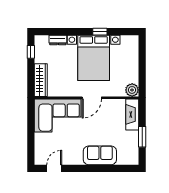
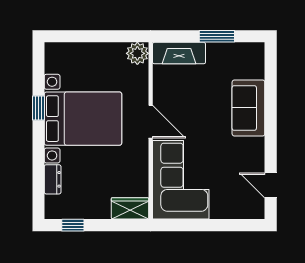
wardrobe: (41, 80) -> (130, 208), width x0.67

